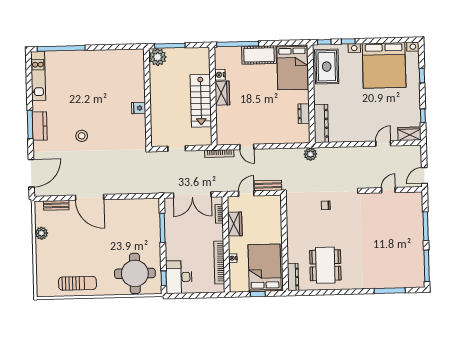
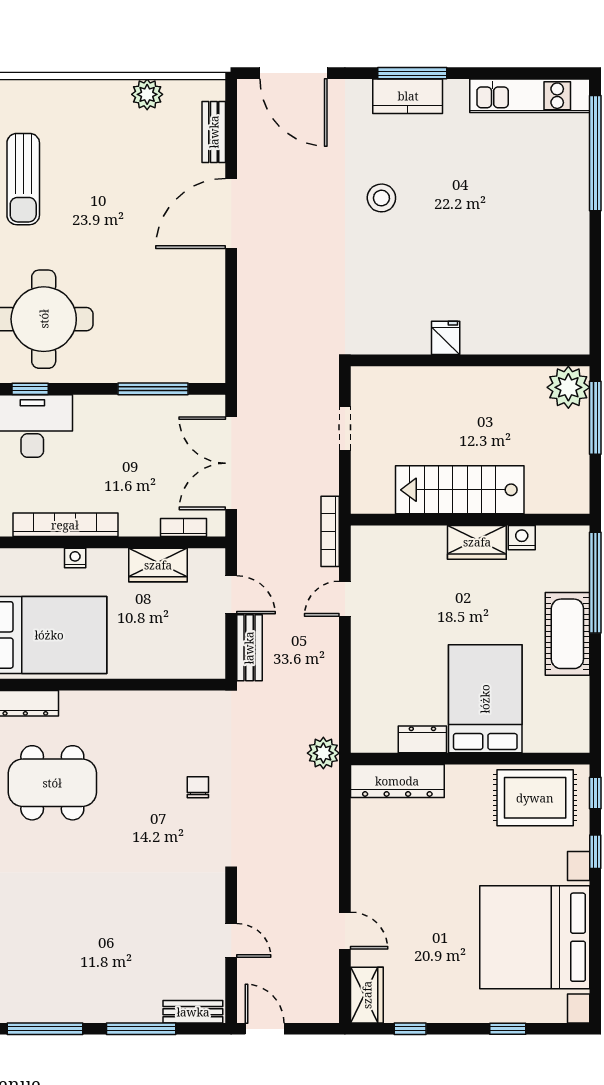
bed: (292, 67) -> (485, 699), moved, turned 90
bench: (418, 205) -> (193, 1012), added

